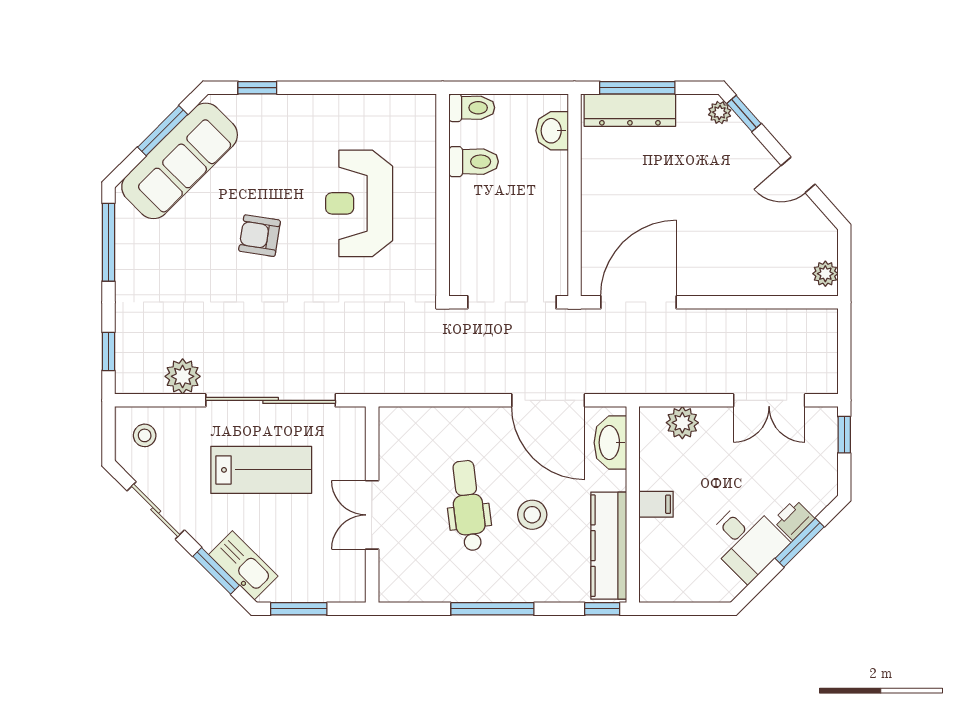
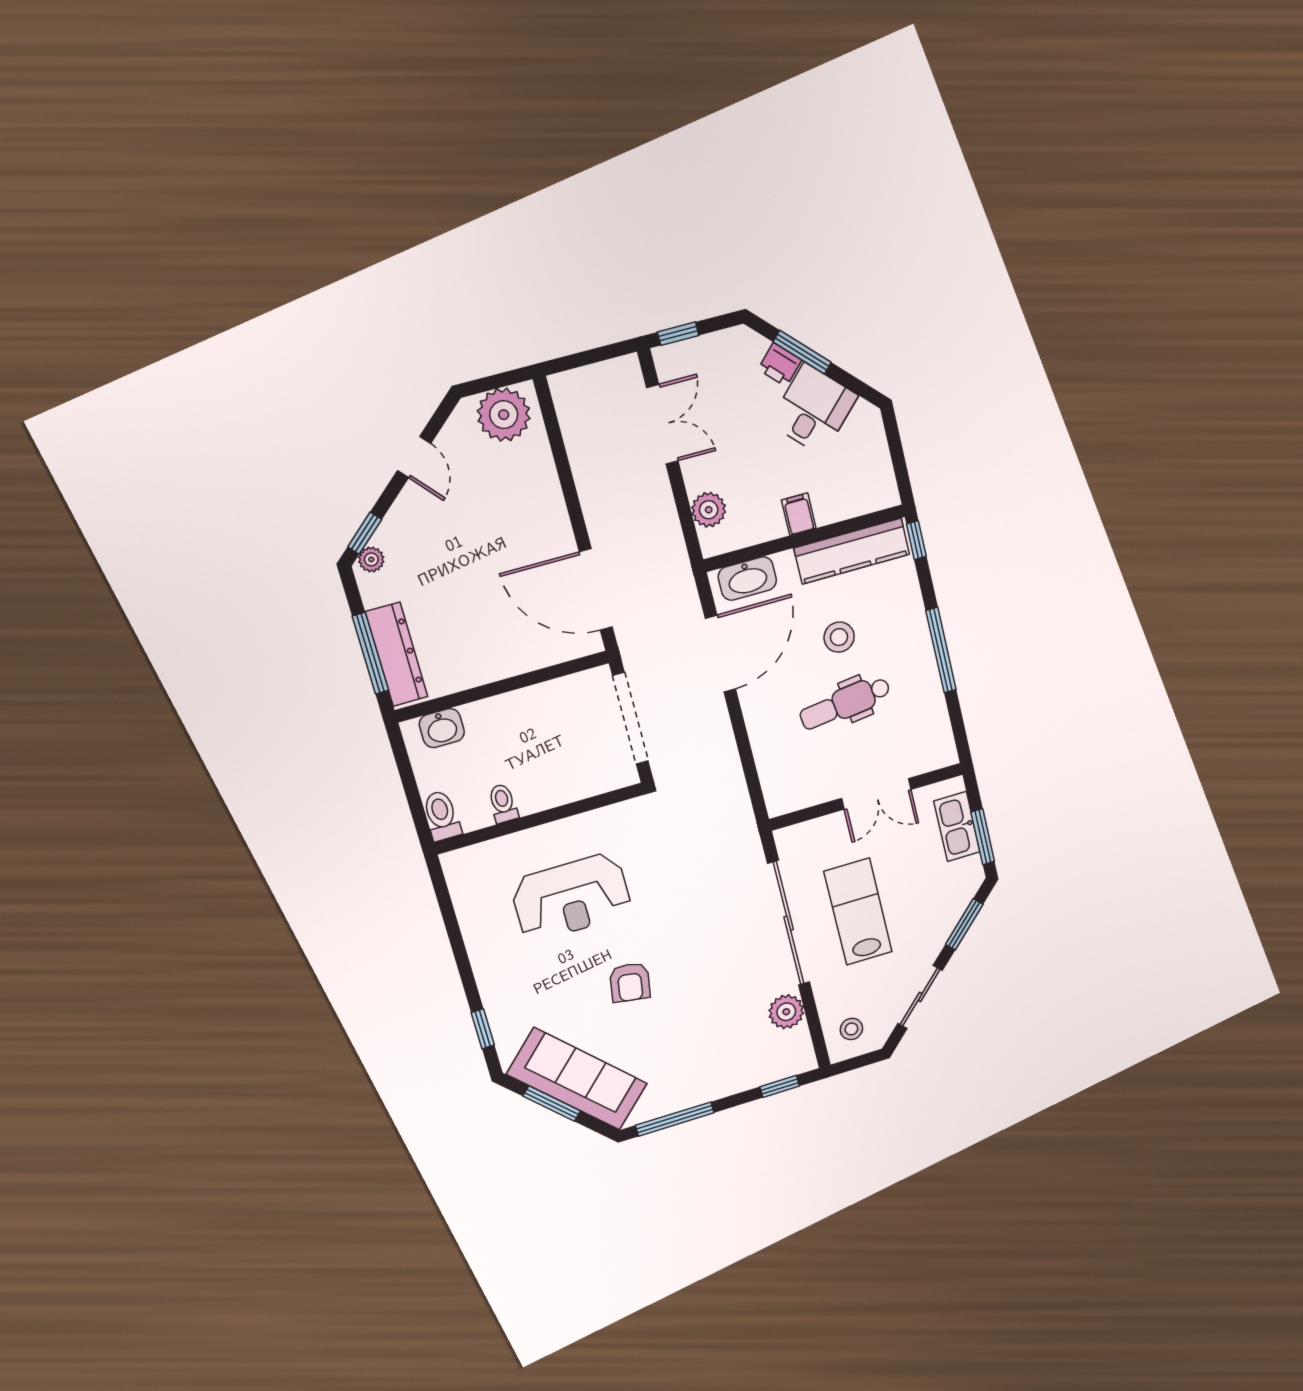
toilet: (474, 162) -> (503, 803), width x0.73, depth x0.72
plant: (825, 274) -> (504, 415), width x1.88, depth x1.88
kitchen sink: (243, 565) -> (957, 826), moved, turned -45

